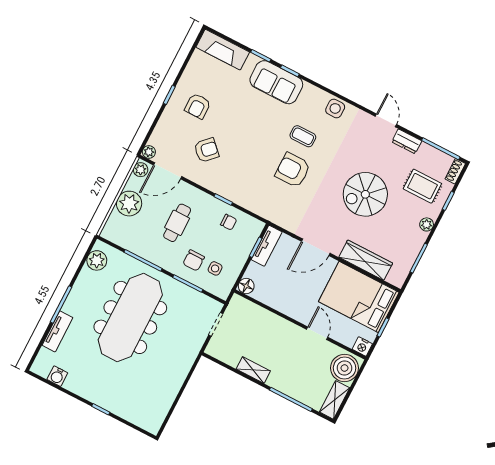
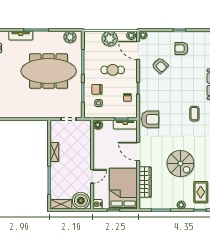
armchair: (293, 170) -> (150, 119), moved, turned 90
spiral stairs: (365, 194) -> (180, 163), turned 180

